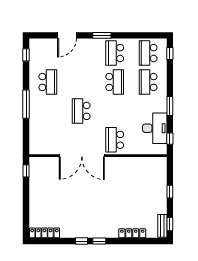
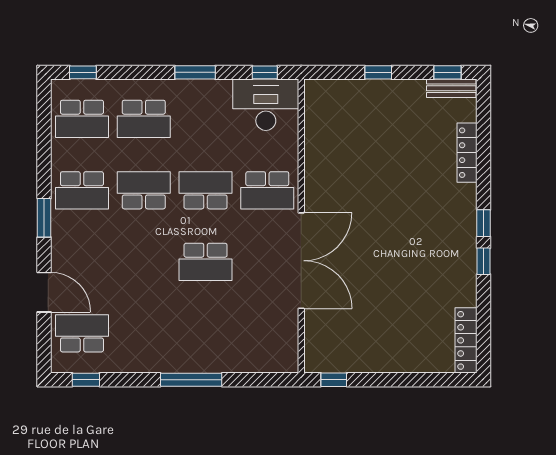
school desk: (48, 82) -> (82, 333), moved
school desk: (115, 111) -> (206, 190), added
desk: (155, 128) -> (266, 105), moved

